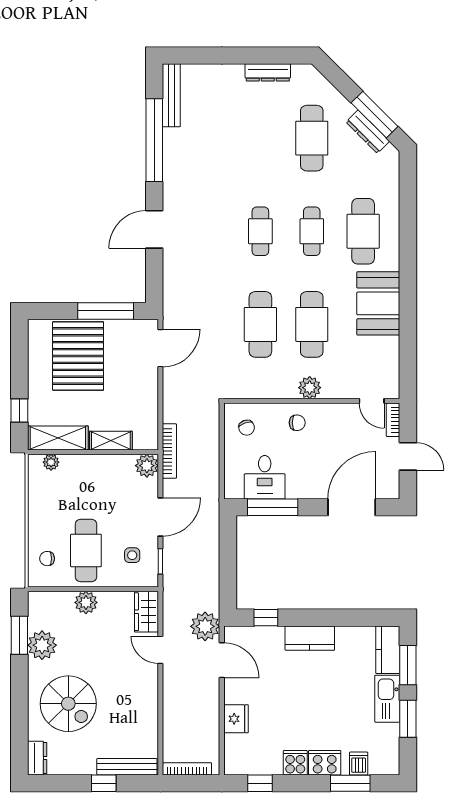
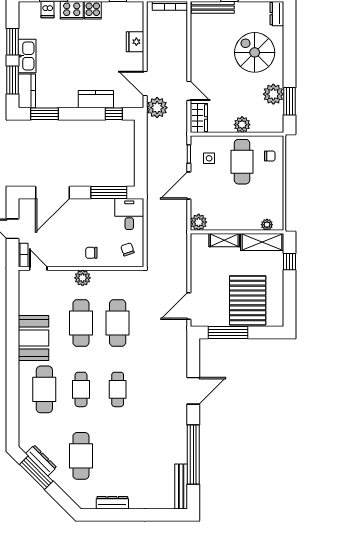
bookcase: (169, 451) -> (182, 233), removed
desk: (265, 477) -> (129, 214), moved
window: (363, 618) -> (45, 114), added
kitchen counter: (310, 638) -> (96, 99), moved

